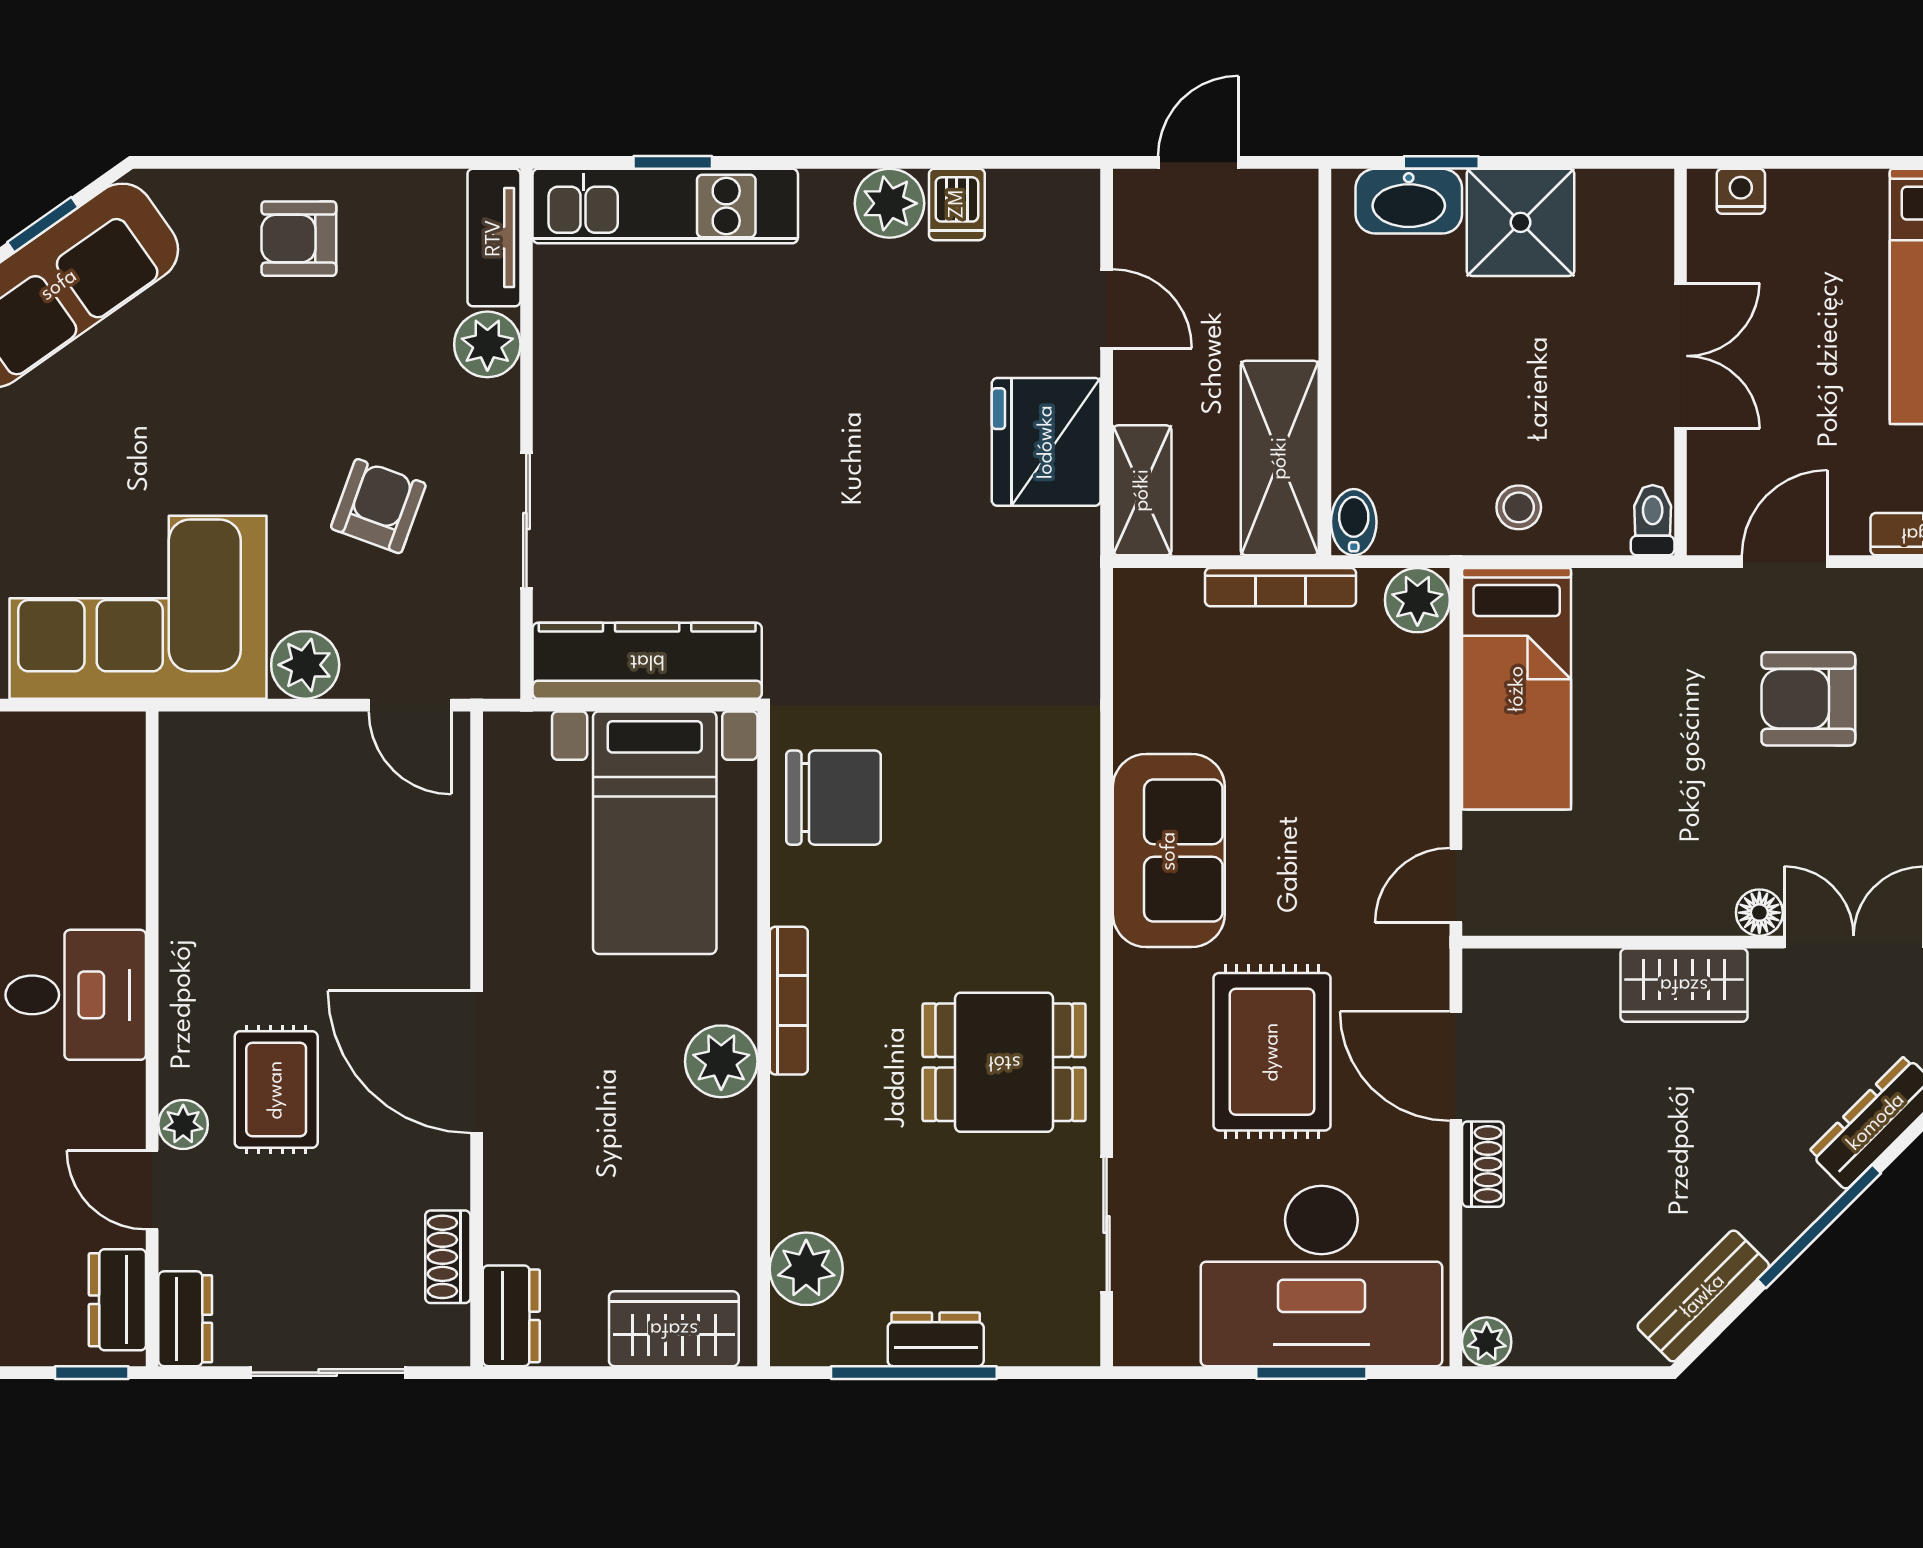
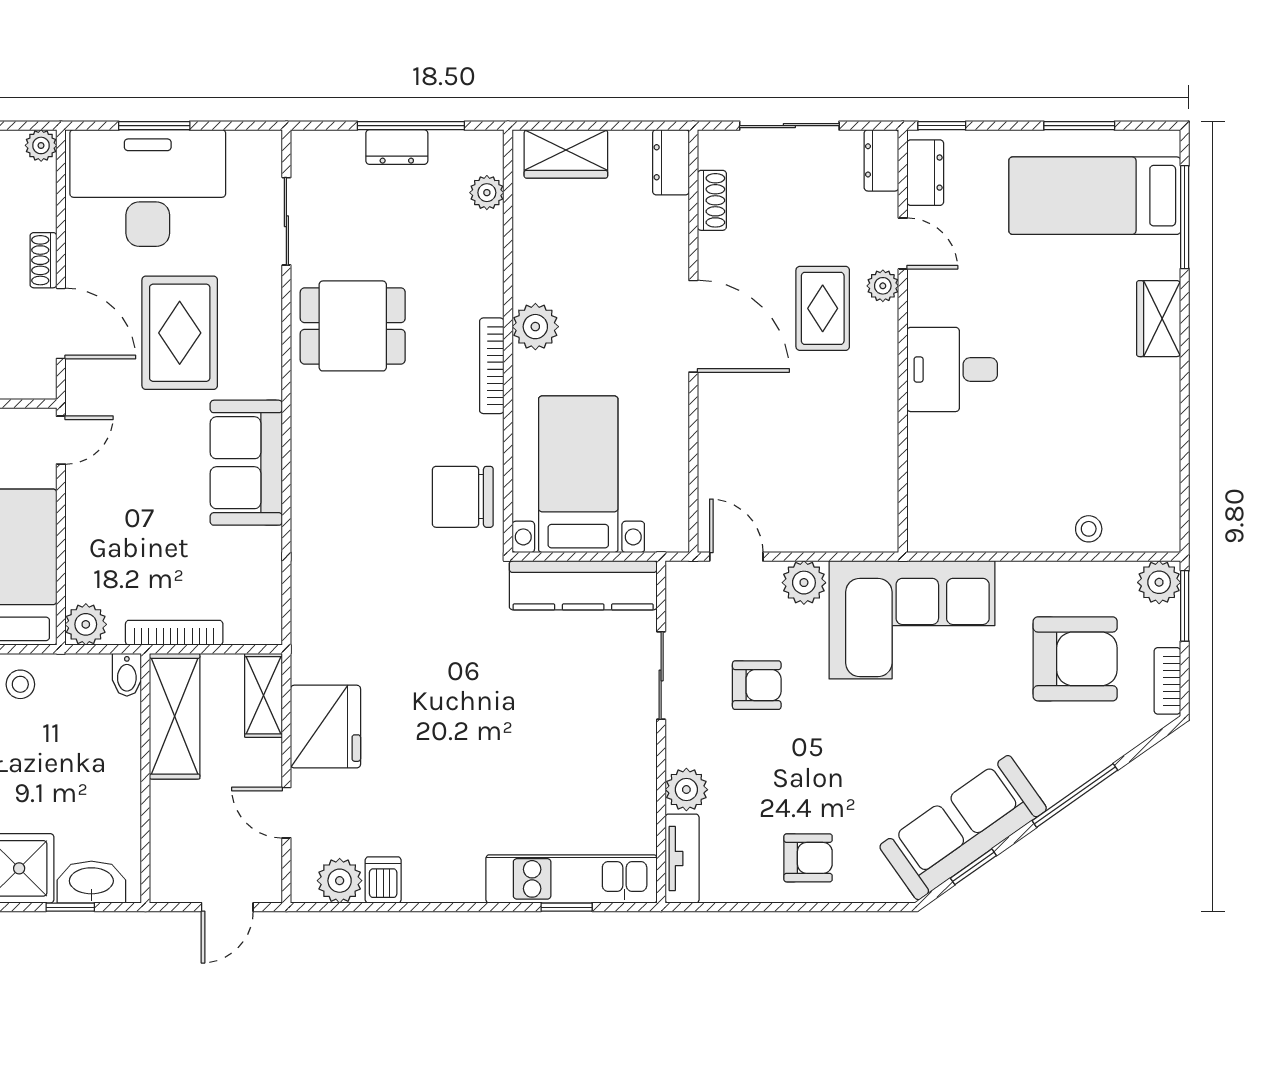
plant: (889, 203) -> (340, 881), moved
armchair: (378, 506) -> (757, 685), turned -110
plant: (806, 1269) -> (487, 193), width x0.73, depth x0.73

